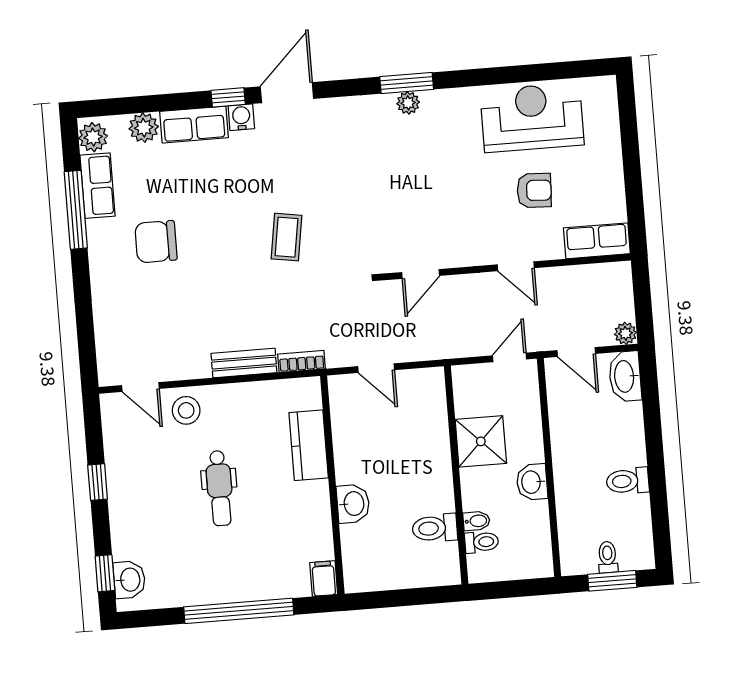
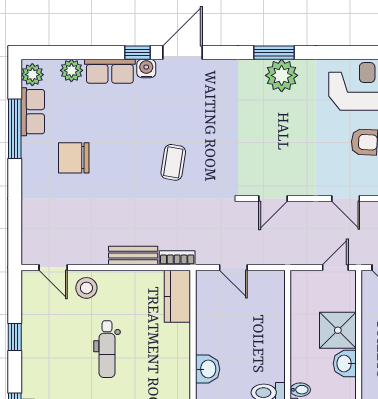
plant: (408, 103) -> (282, 75), width x1.87, depth x1.87
shower: (481, 441) -> (338, 330), moved
kitchen counter: (309, 445) -> (177, 296), moved

